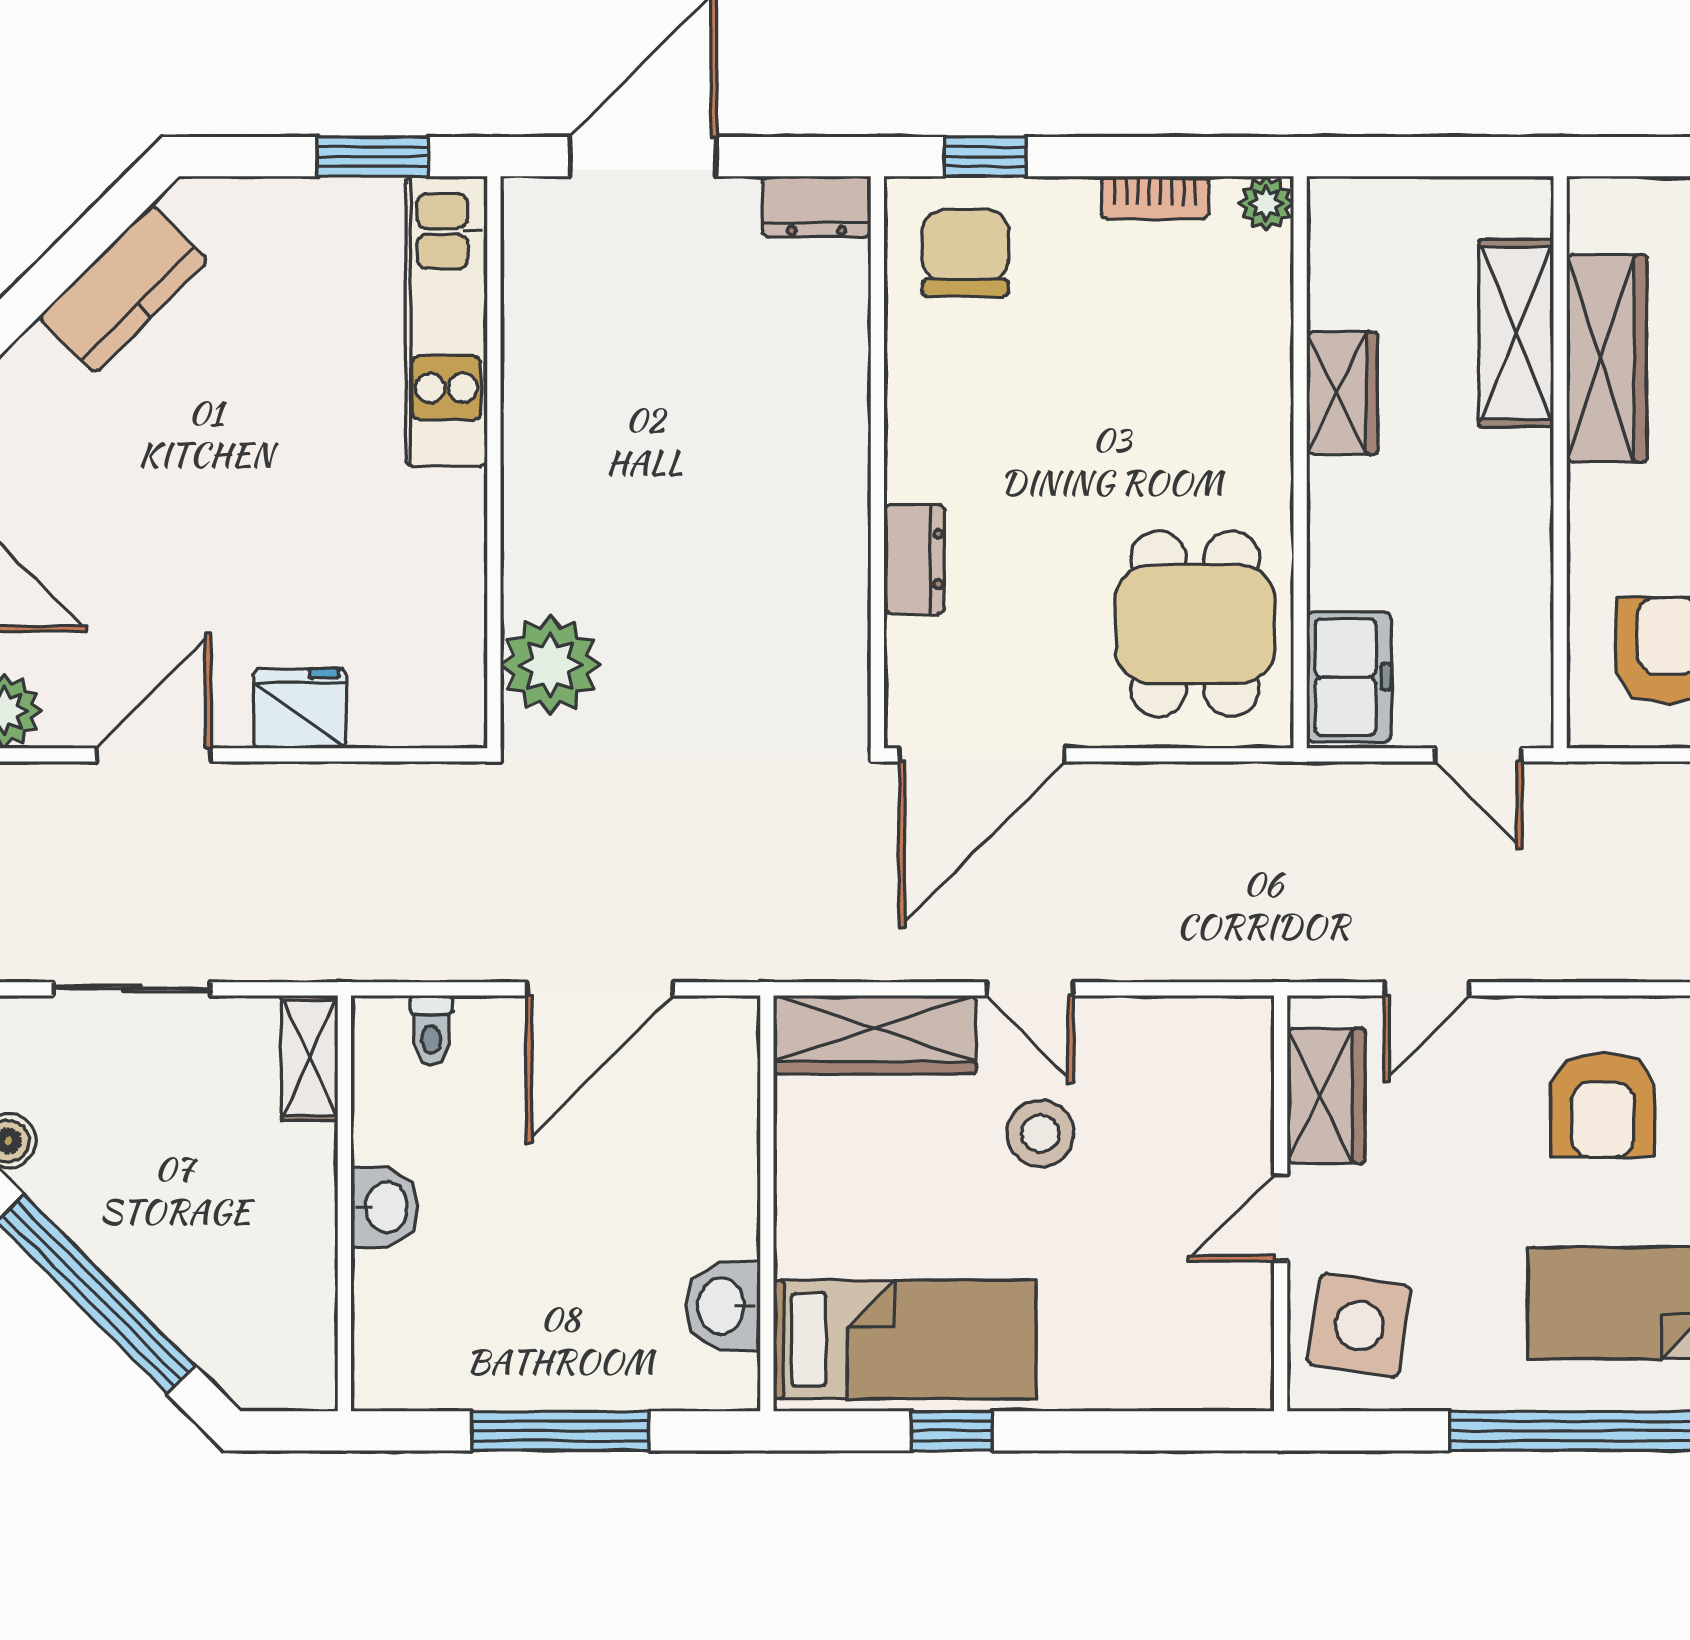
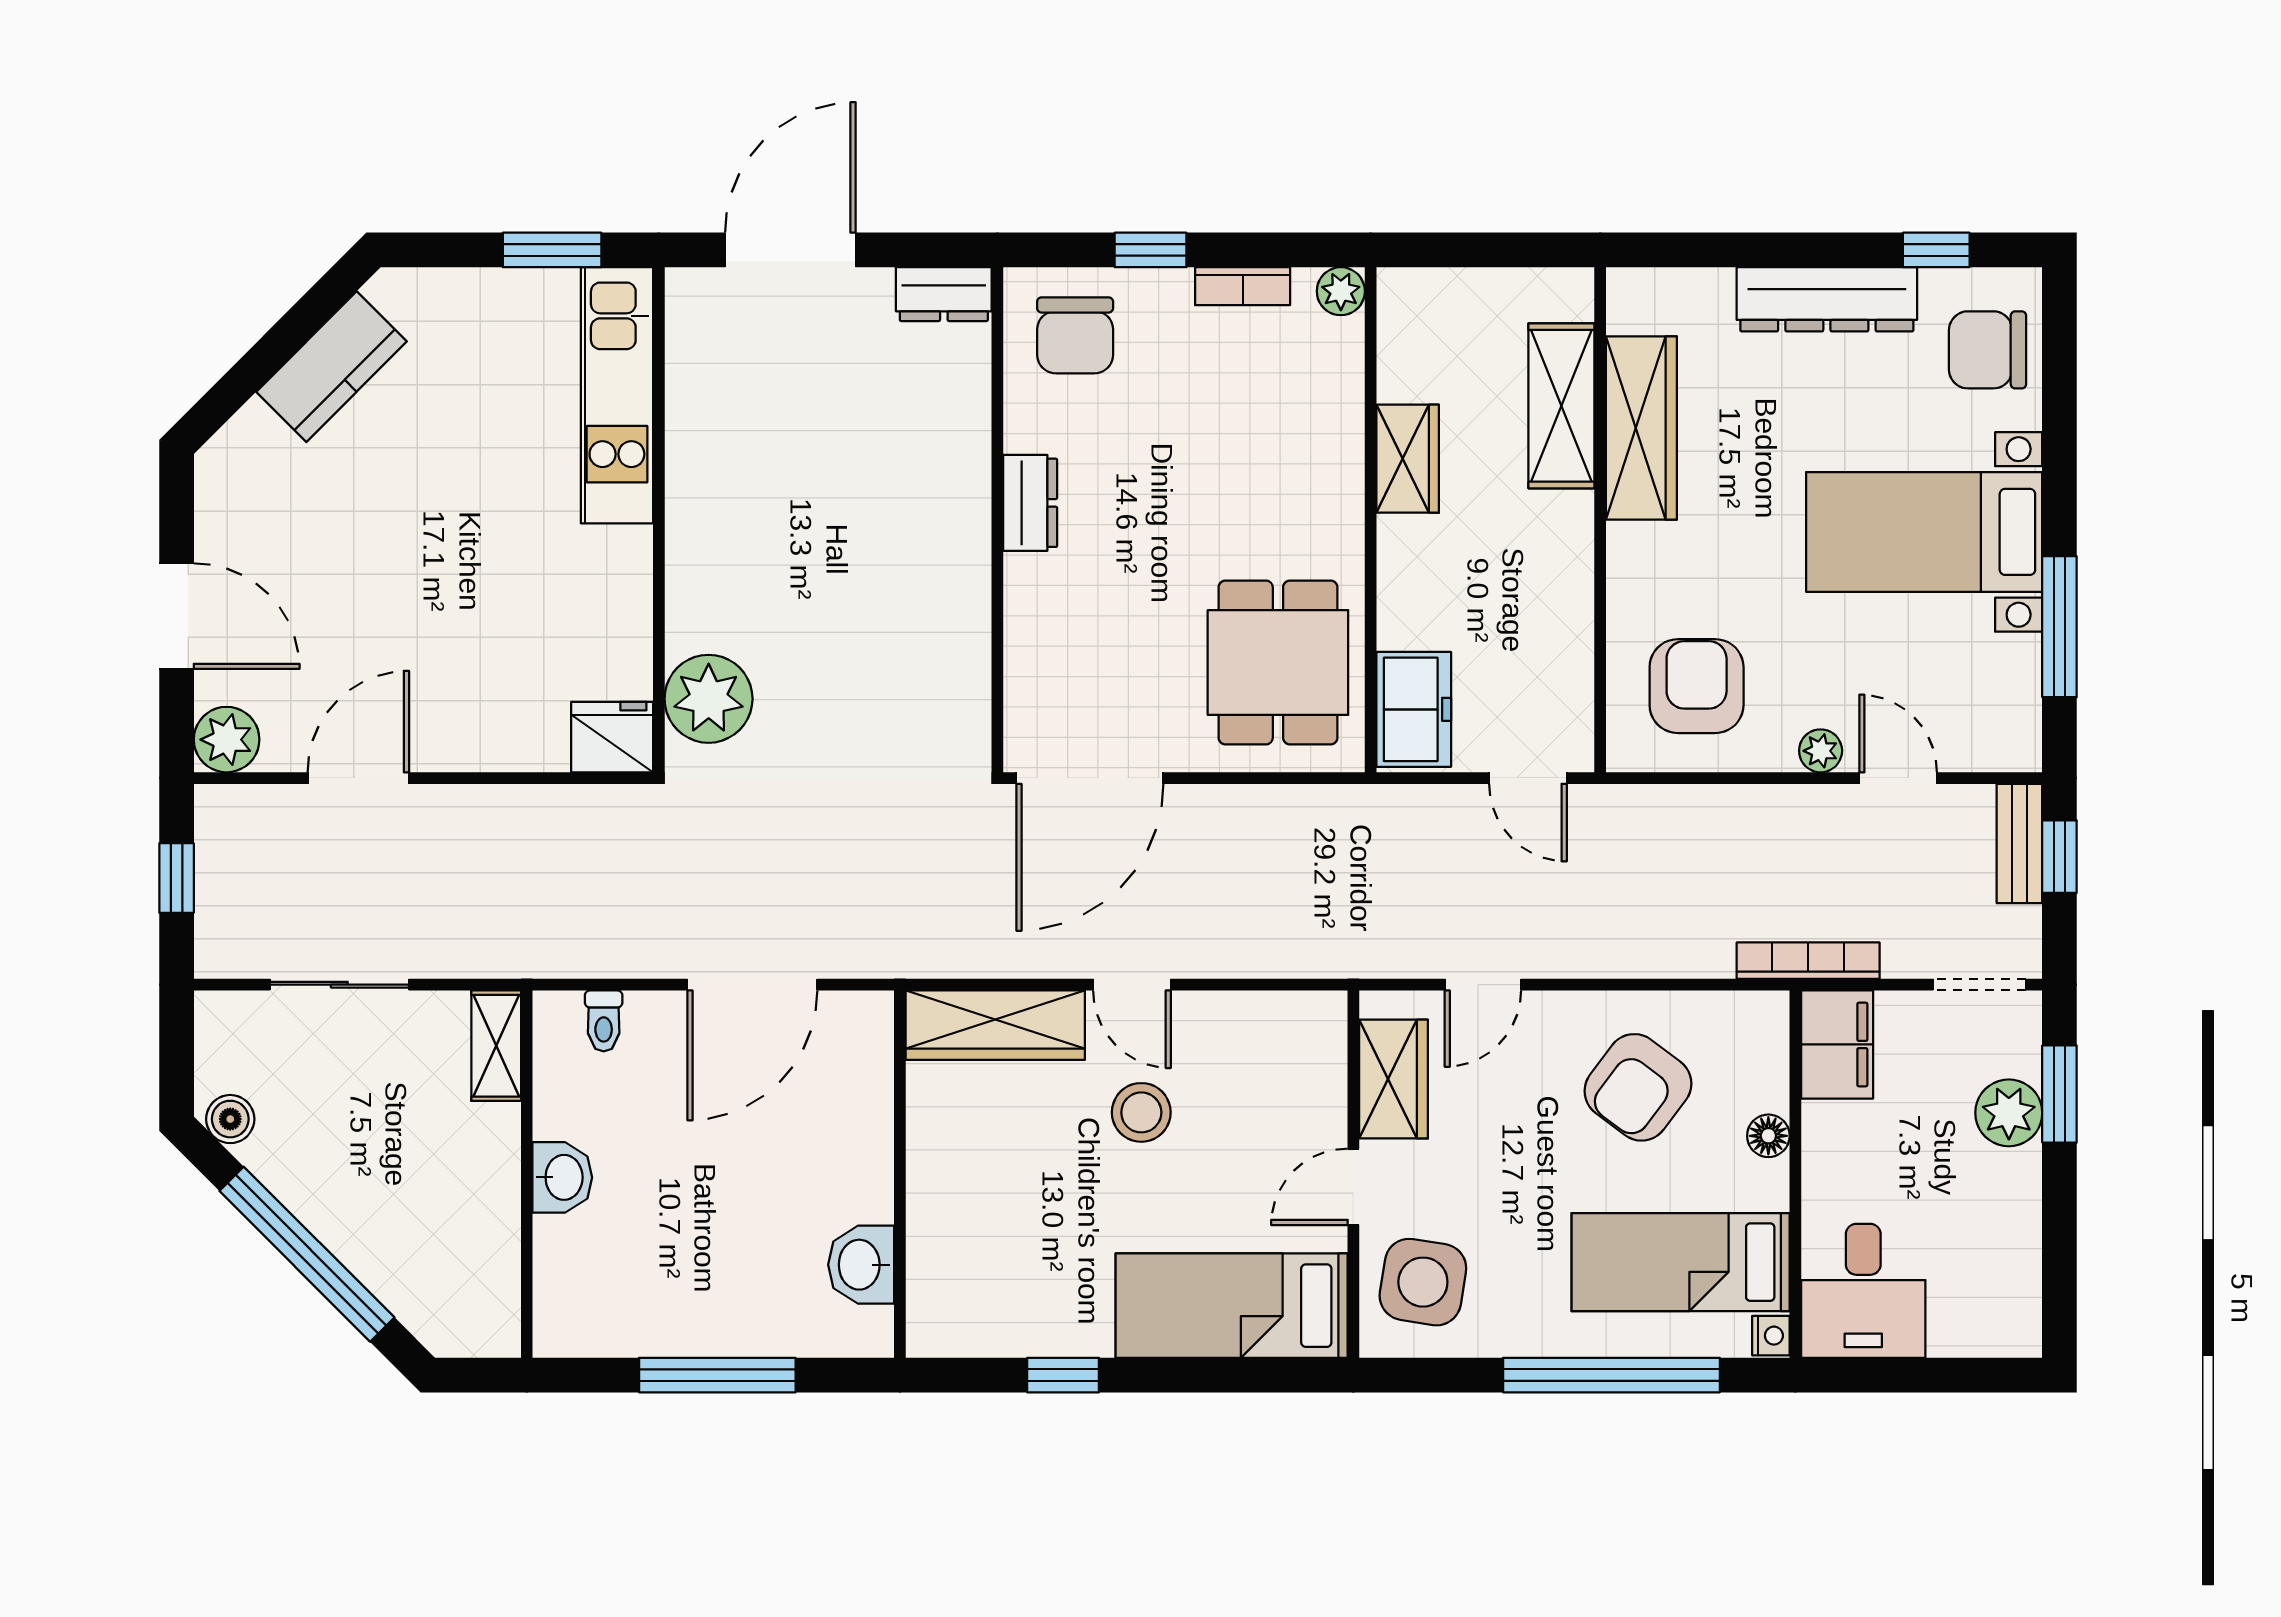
window: (985, 157) -> (1151, 250), moved
chair: (965, 253) -> (1075, 335), turned 180
dresser: (914, 559) -> (1030, 503), moved
fridge: (300, 708) -> (612, 737), moved
armchair: (1603, 1105) -> (1638, 1087), turned 37
bed: (905, 1339) -> (1232, 1306), moved, turned 180

